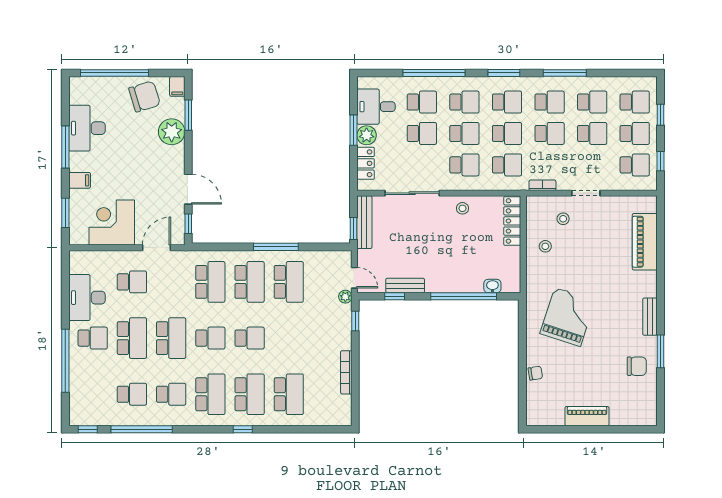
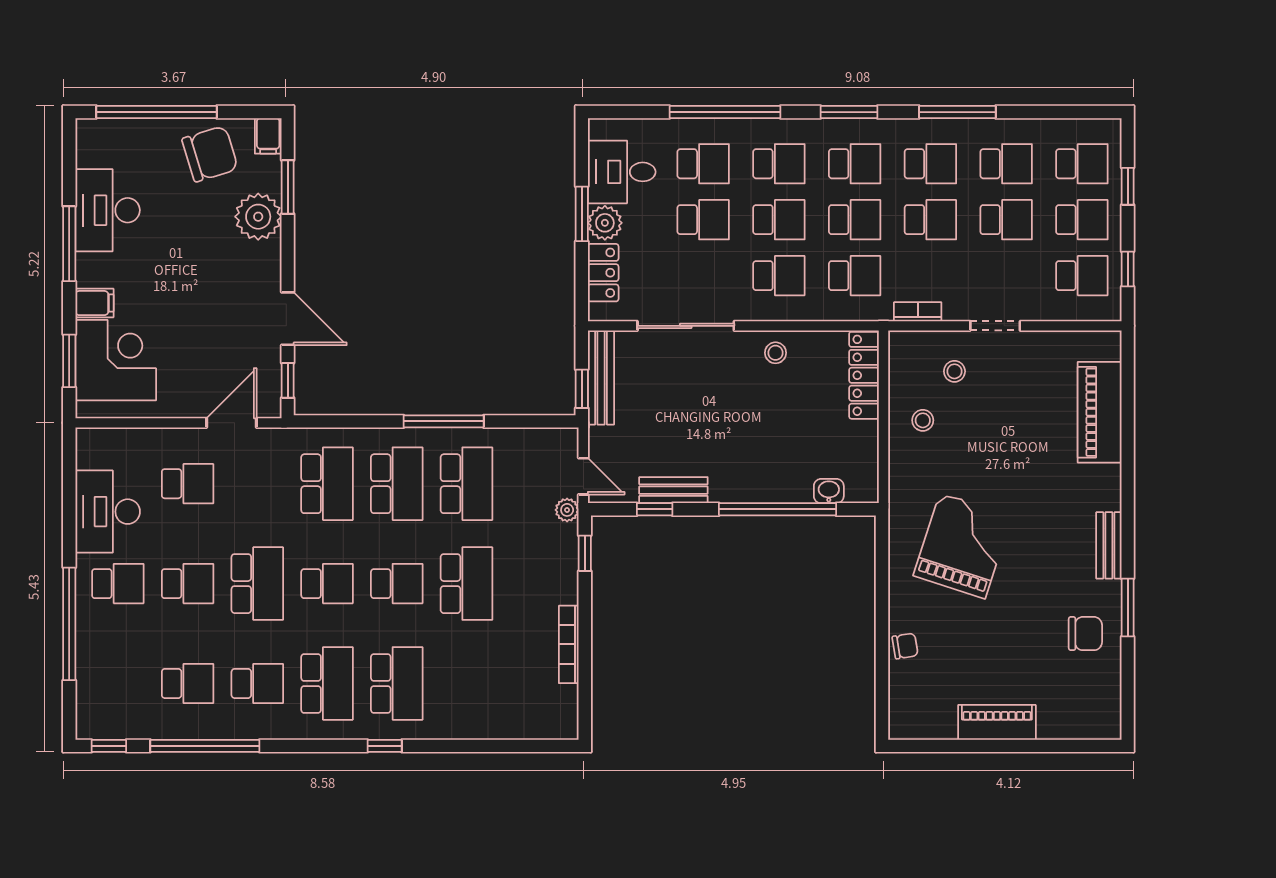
corner desk: (112, 222) -> (116, 360), moved, turned 90
school desk: (132, 338) -> (188, 584), width x0.54
school desk: (289, 394) -> (466, 584), moved

